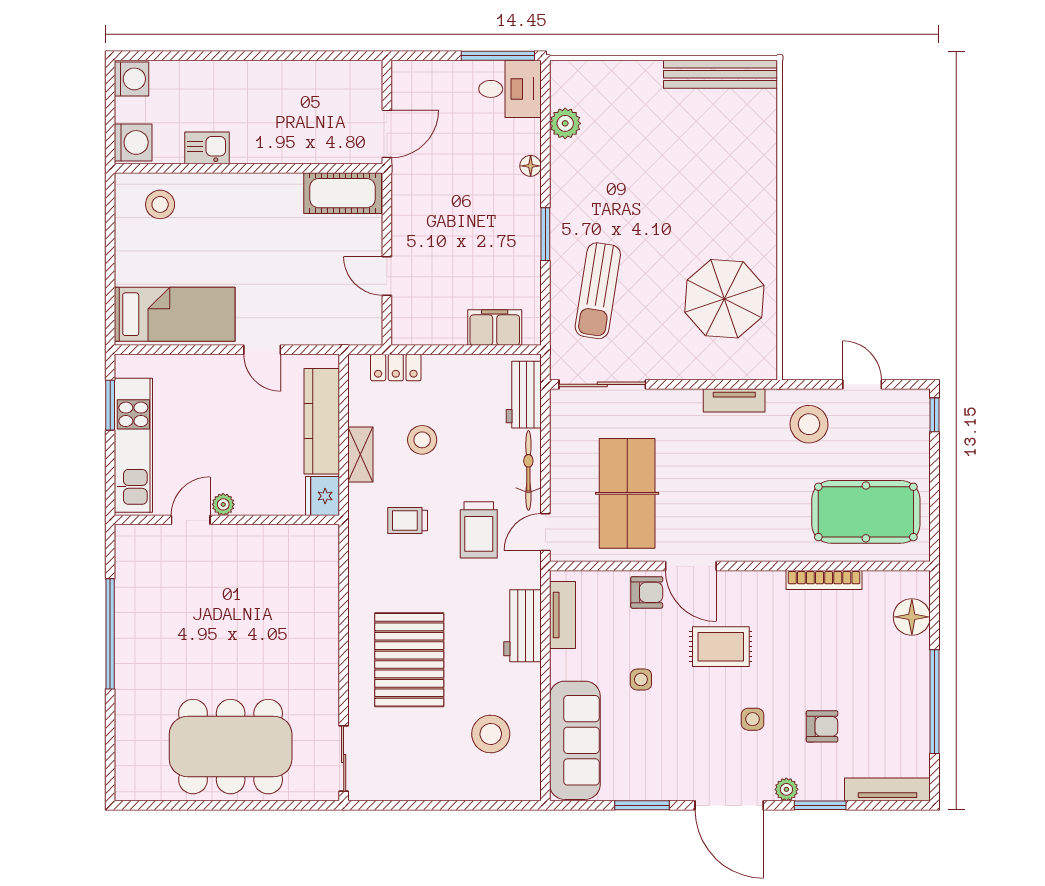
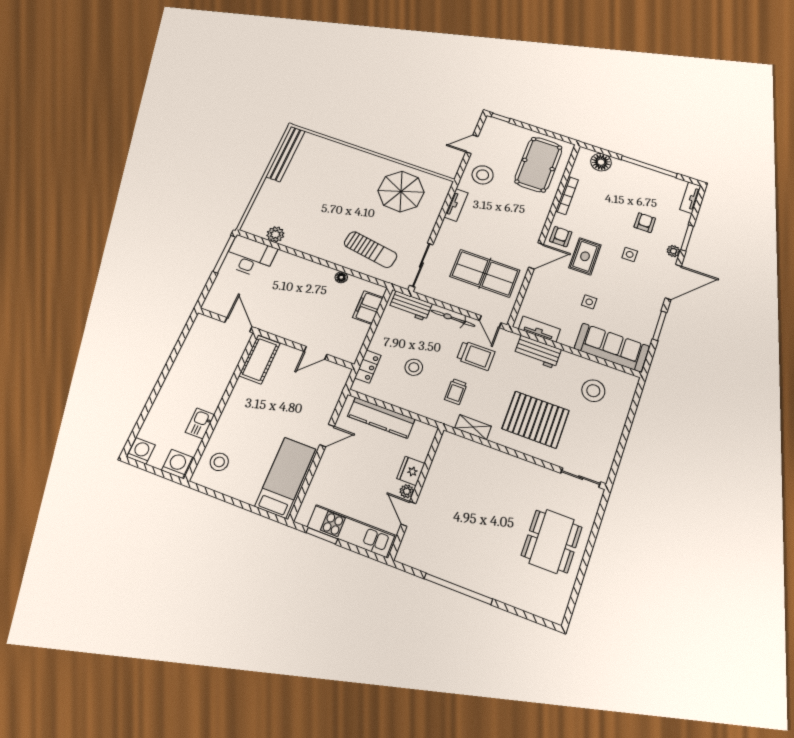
desk: (510, 89) -> (250, 257), width x1.37
floor lamp: (531, 166) -> (341, 277), moved
window: (545, 234) -> (329, 264), removed
shelving: (360, 454) -> (473, 427), moved
fridge: (322, 496) -> (411, 471), moved, turned 90
armchair: (647, 592) -> (561, 237), moved
dining table: (231, 747) -> (552, 541), width x0.73, depth x0.80
tv unit: (887, 789) -> (690, 198), width x0.71

